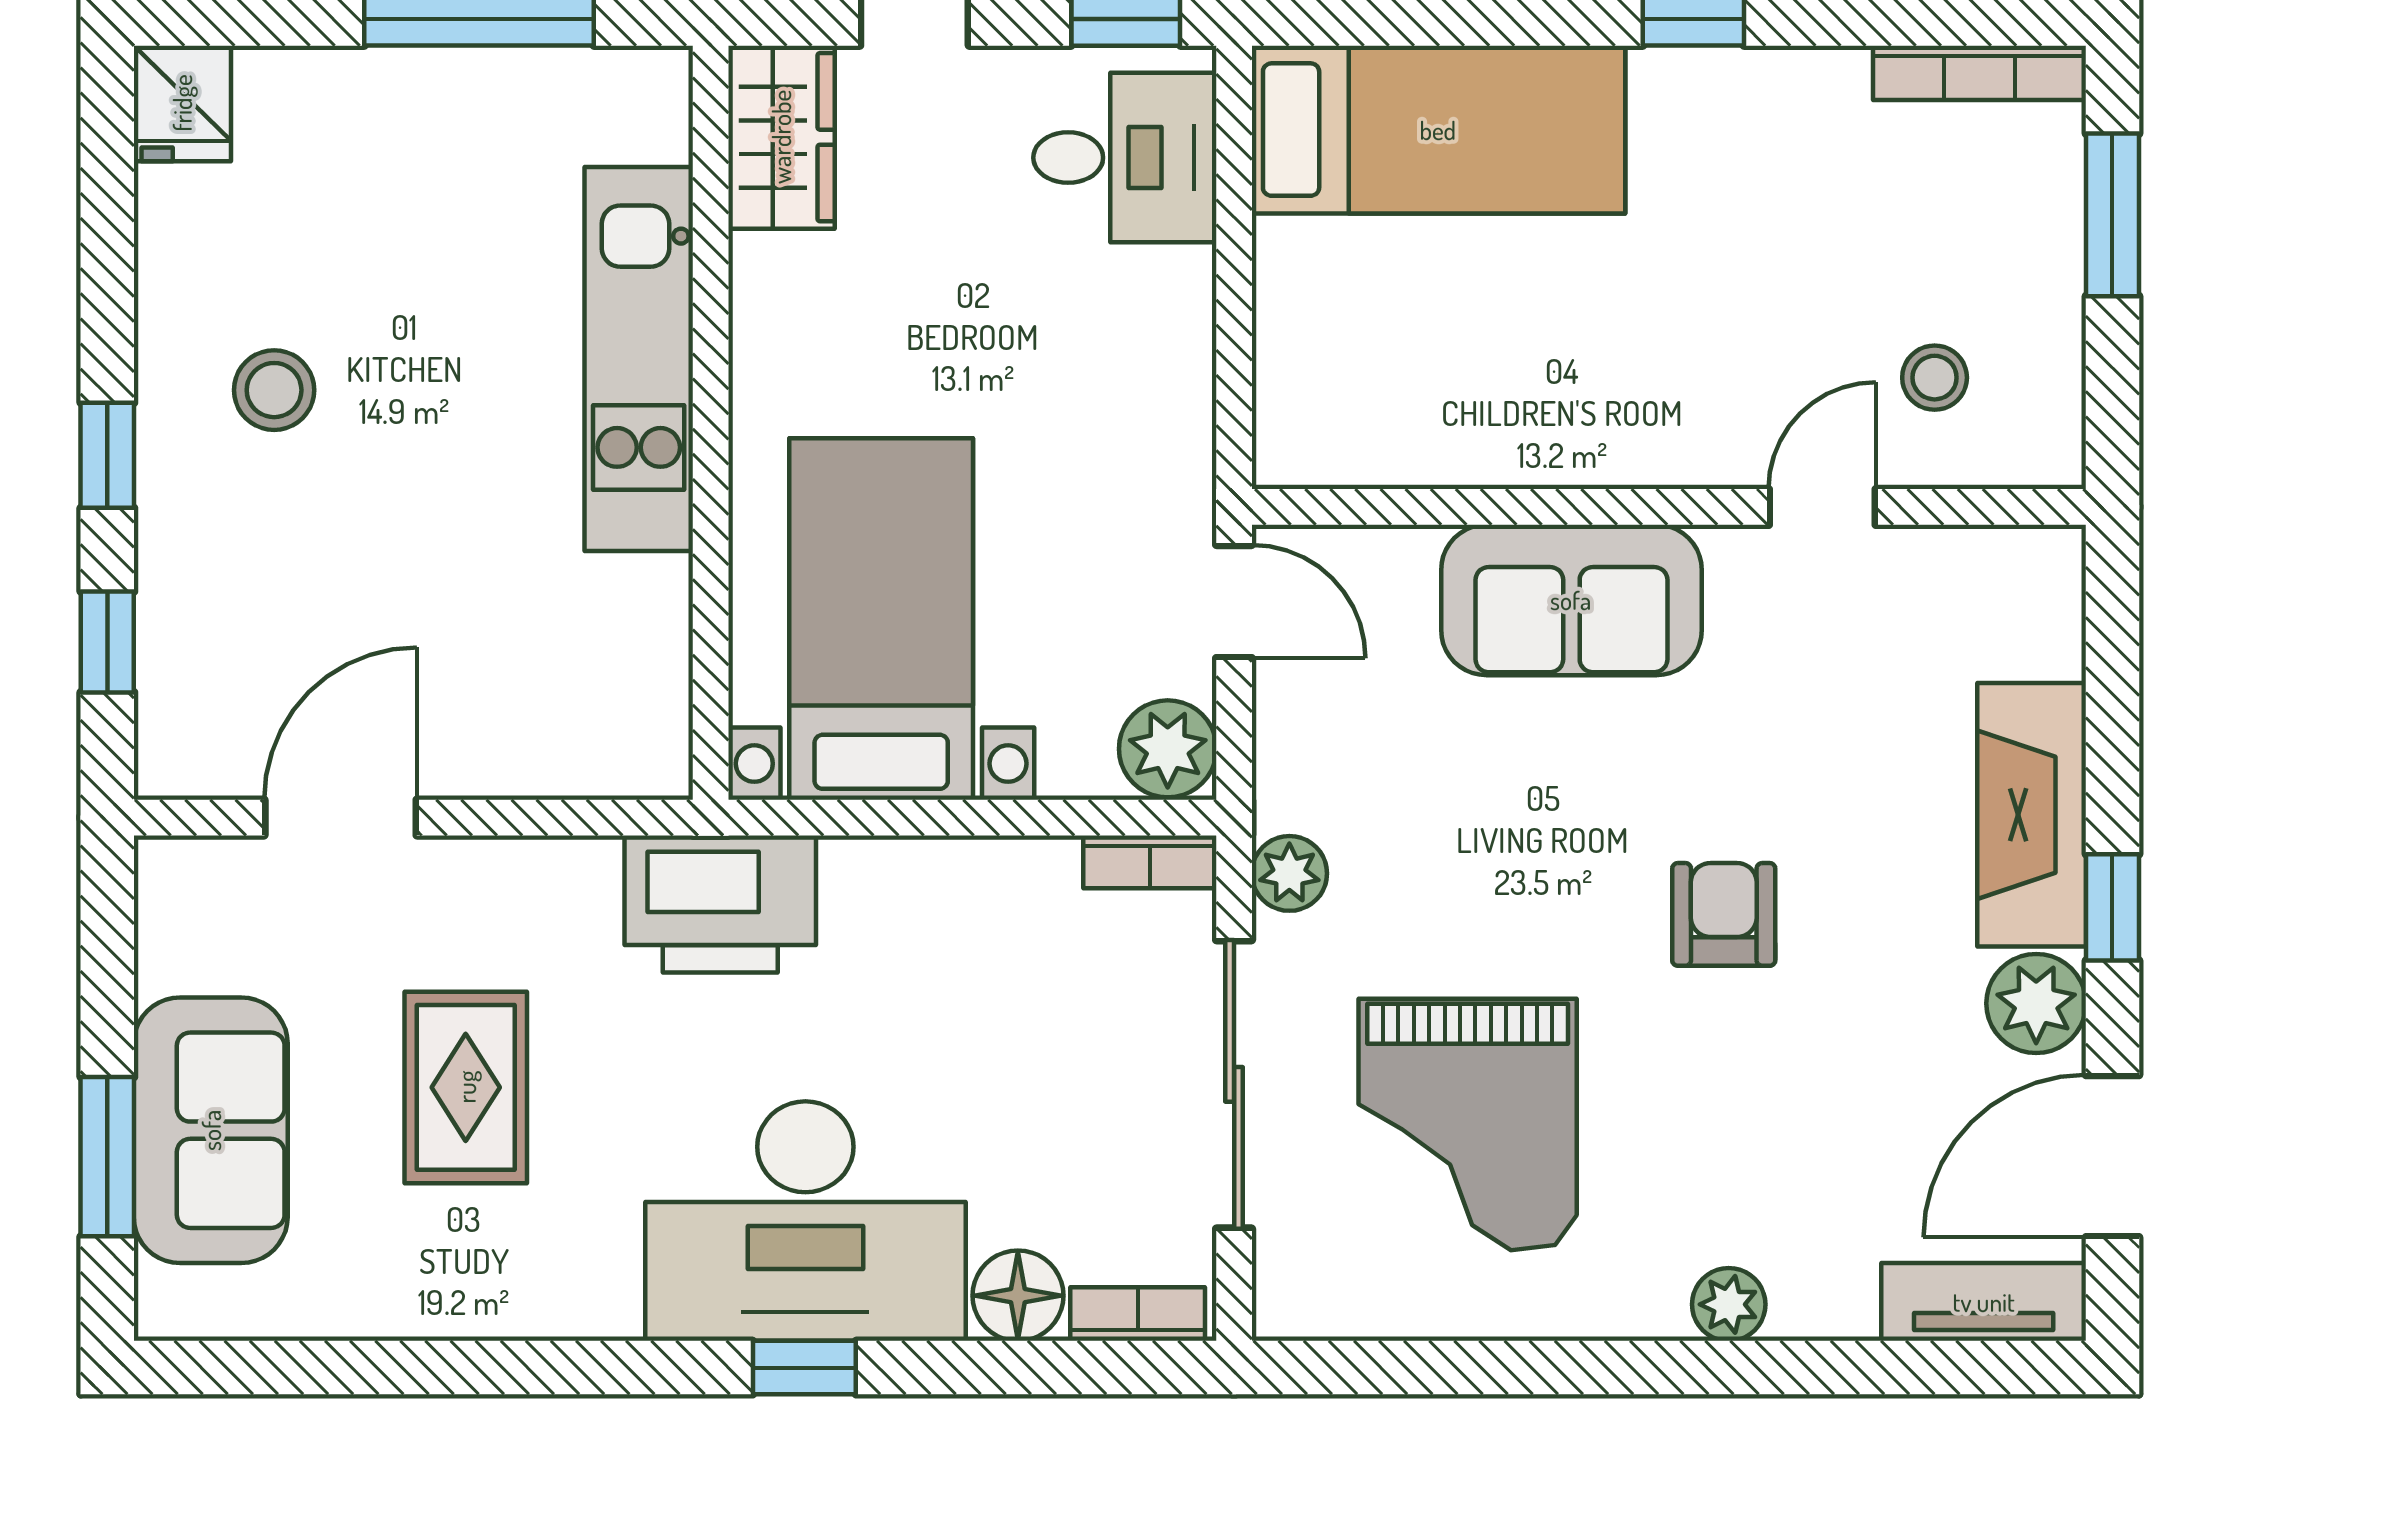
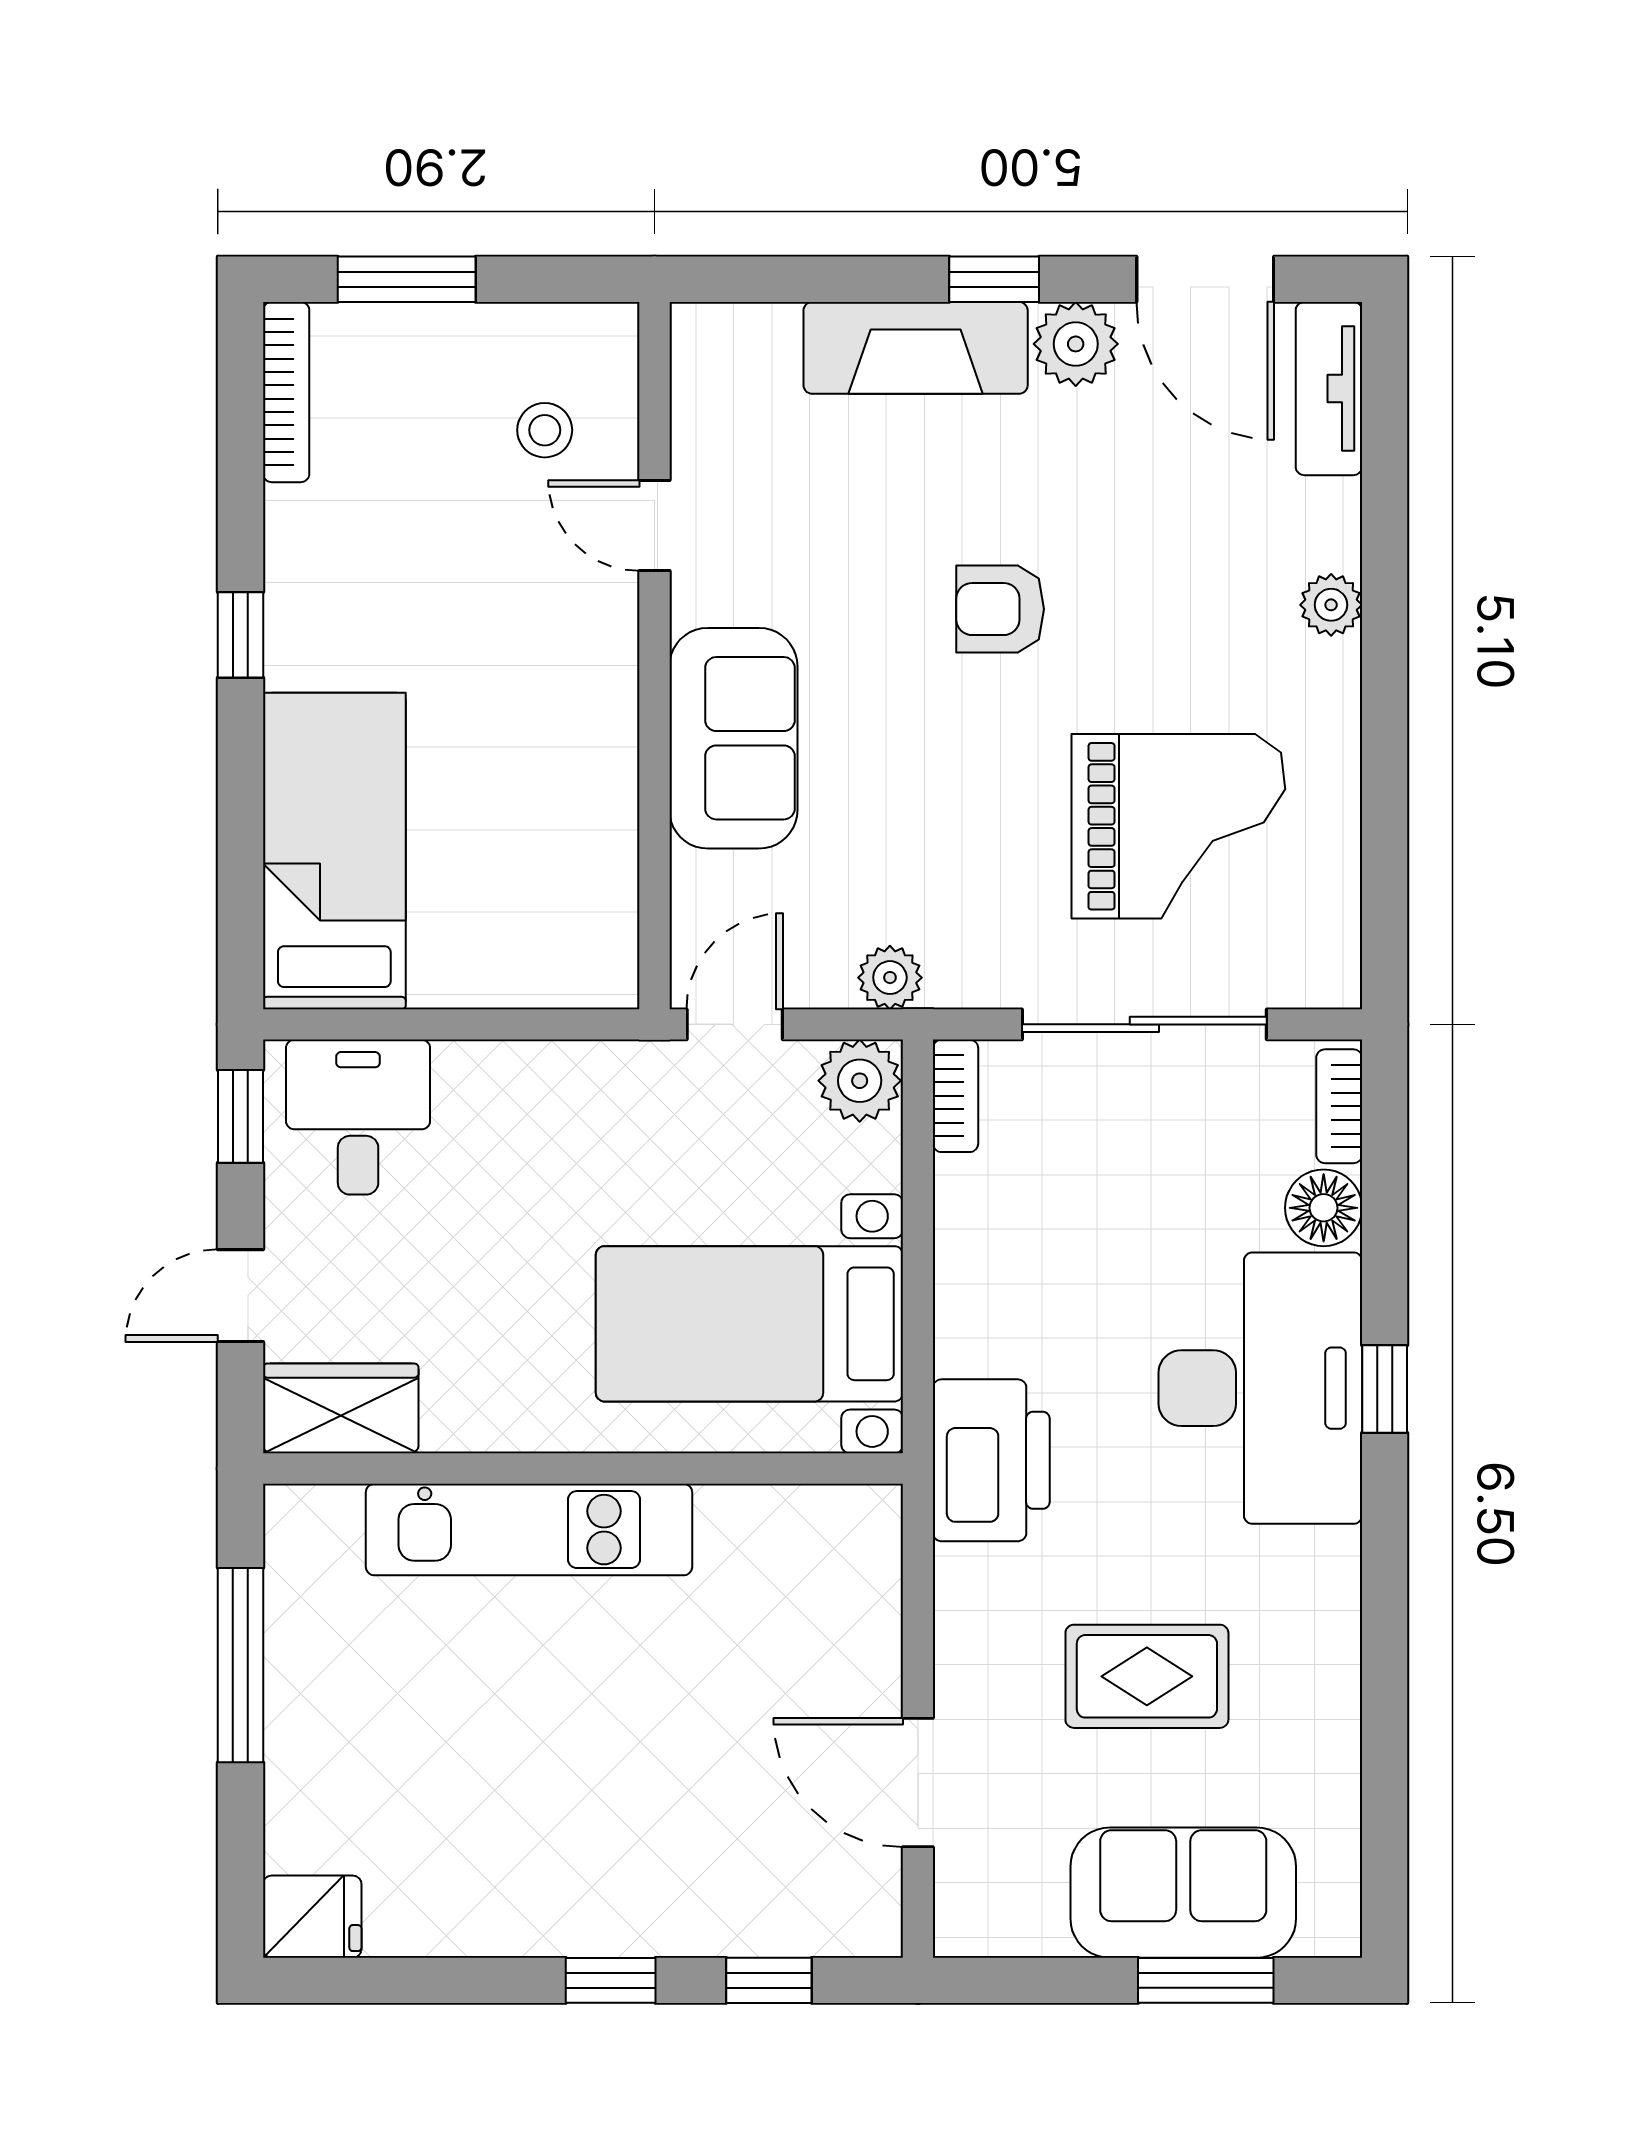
stool: (274, 390) -> (555, 1839), removed
plant: (1289, 873) -> (890, 978), moved

